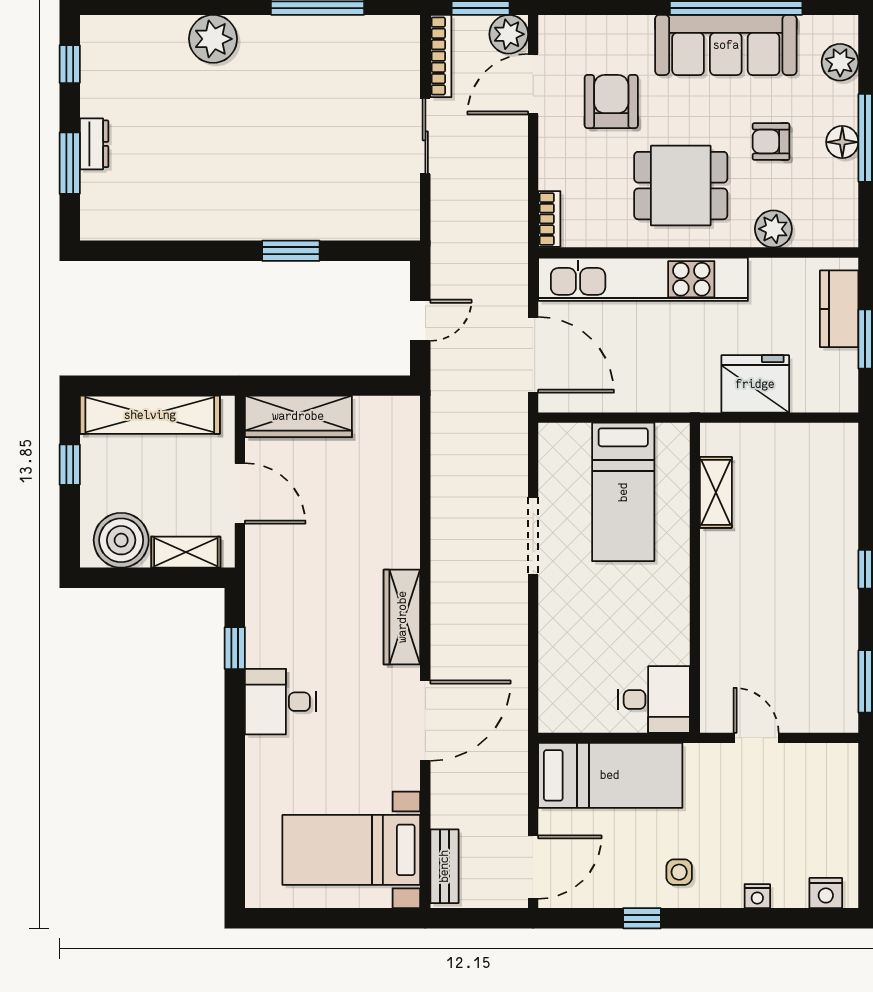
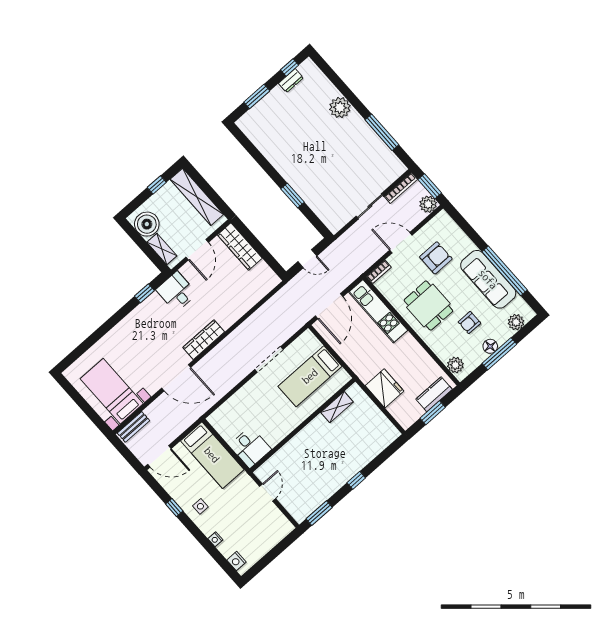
door: (533, 84) -> (401, 243), moved
armchair: (771, 142) -> (469, 323), turned -90
dresser: (94, 144) -> (291, 81), moved
plant: (773, 229) -> (455, 365), moved
kitchen unit: (643, 279) -> (378, 311), width x0.73
desk: (280, 702) -> (177, 292), moved

